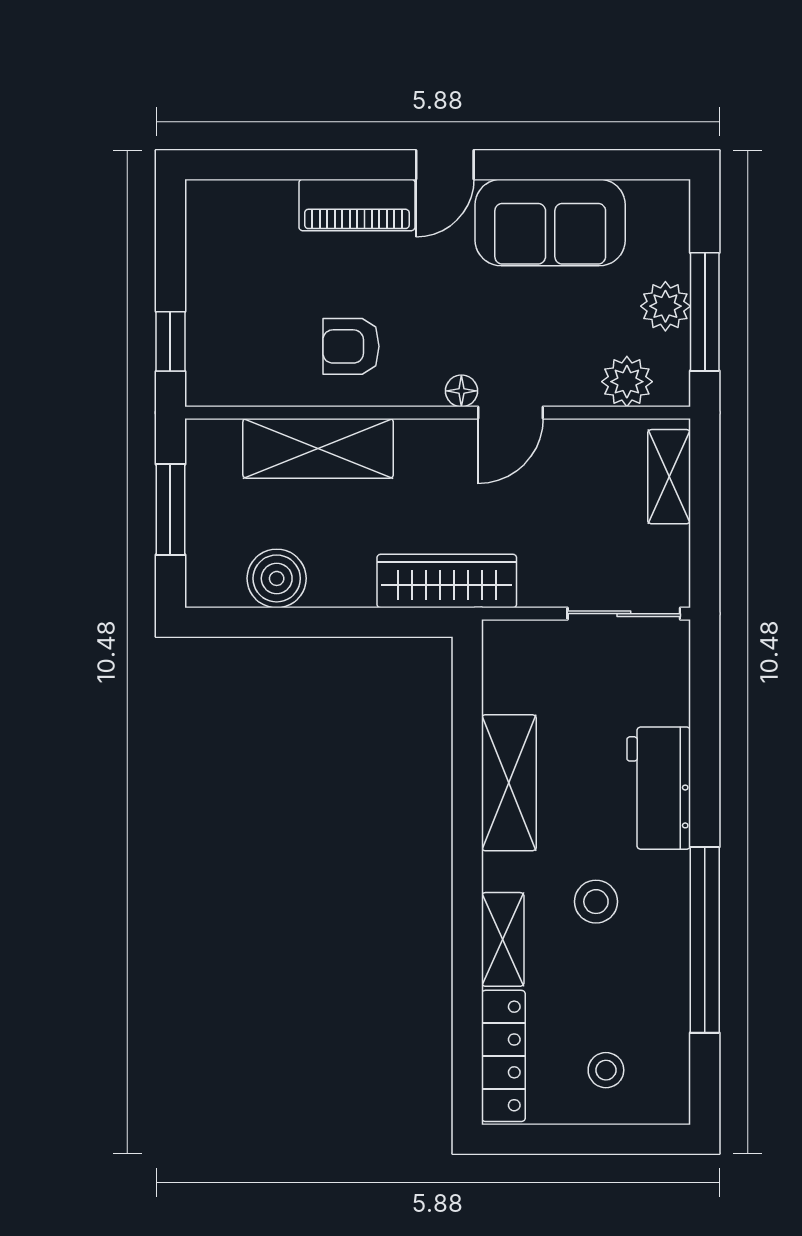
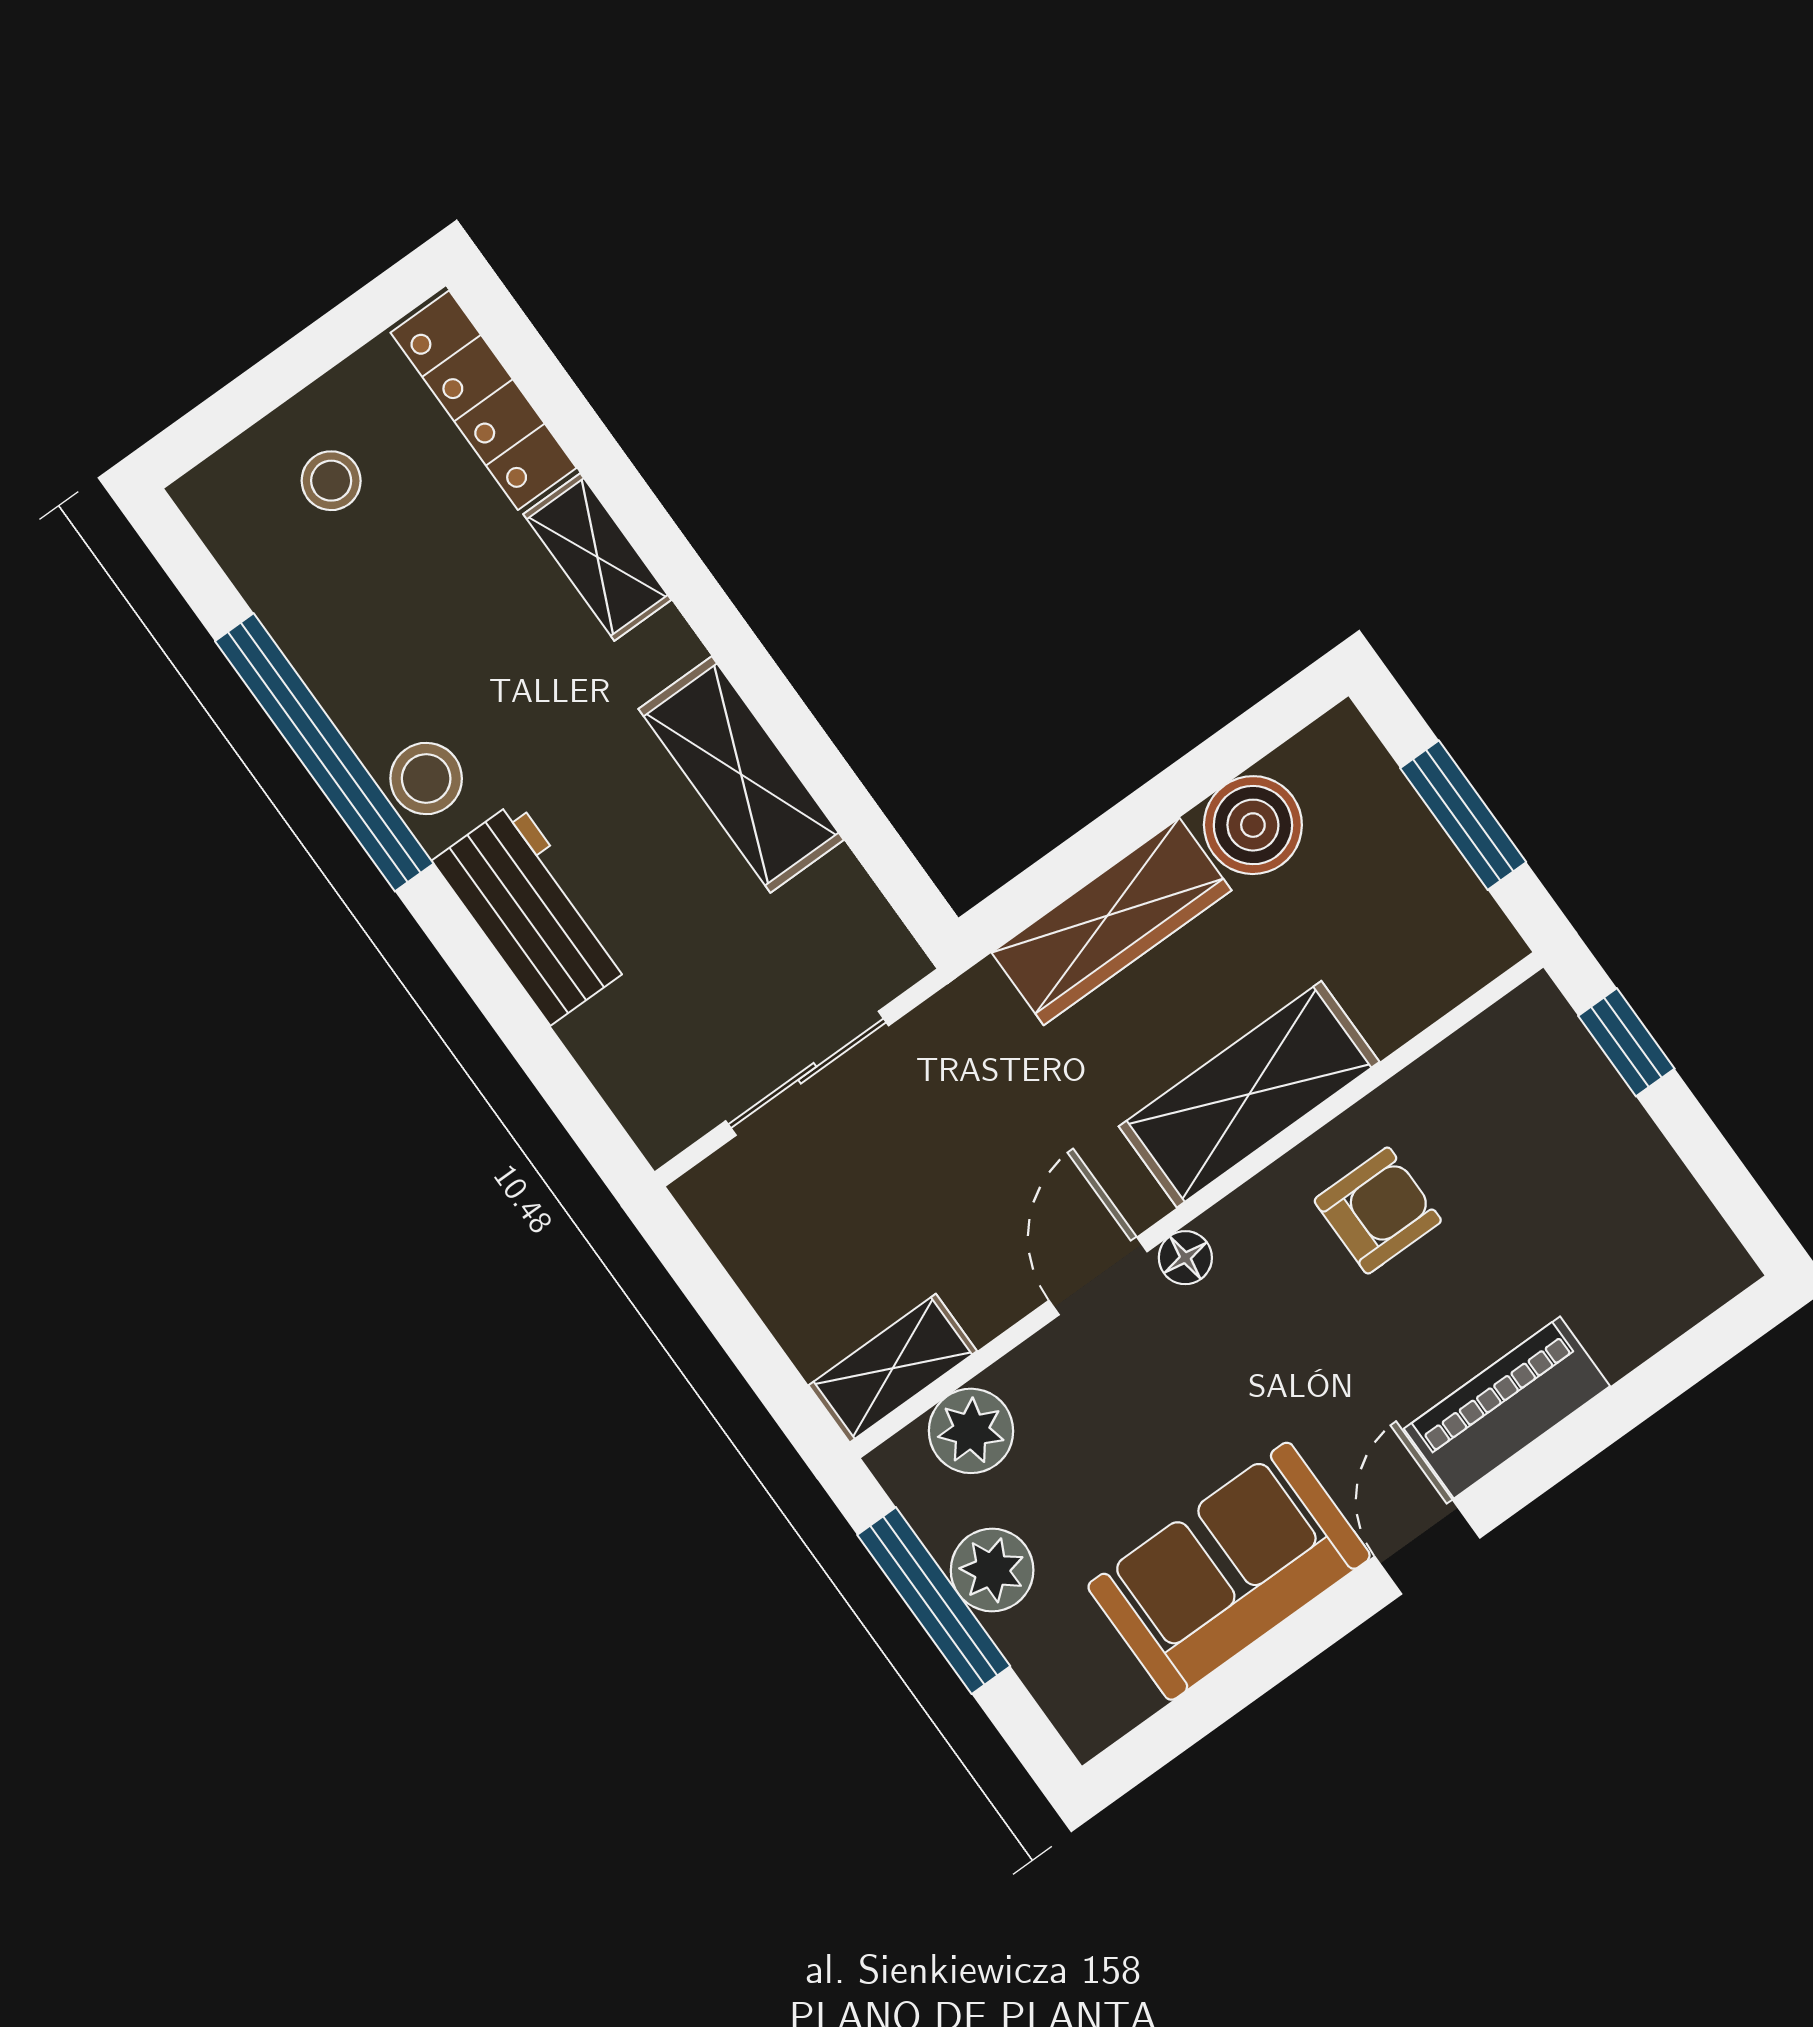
shelving: (318, 448) -> (1249, 1094), moved
shelving: (669, 477) -> (893, 1368), moved, turned 90
wardrobe: (447, 581) -> (1112, 921), moved
sliding door: (624, 614) -> (807, 1073), moved
stool: (596, 902) -> (426, 778), moved

